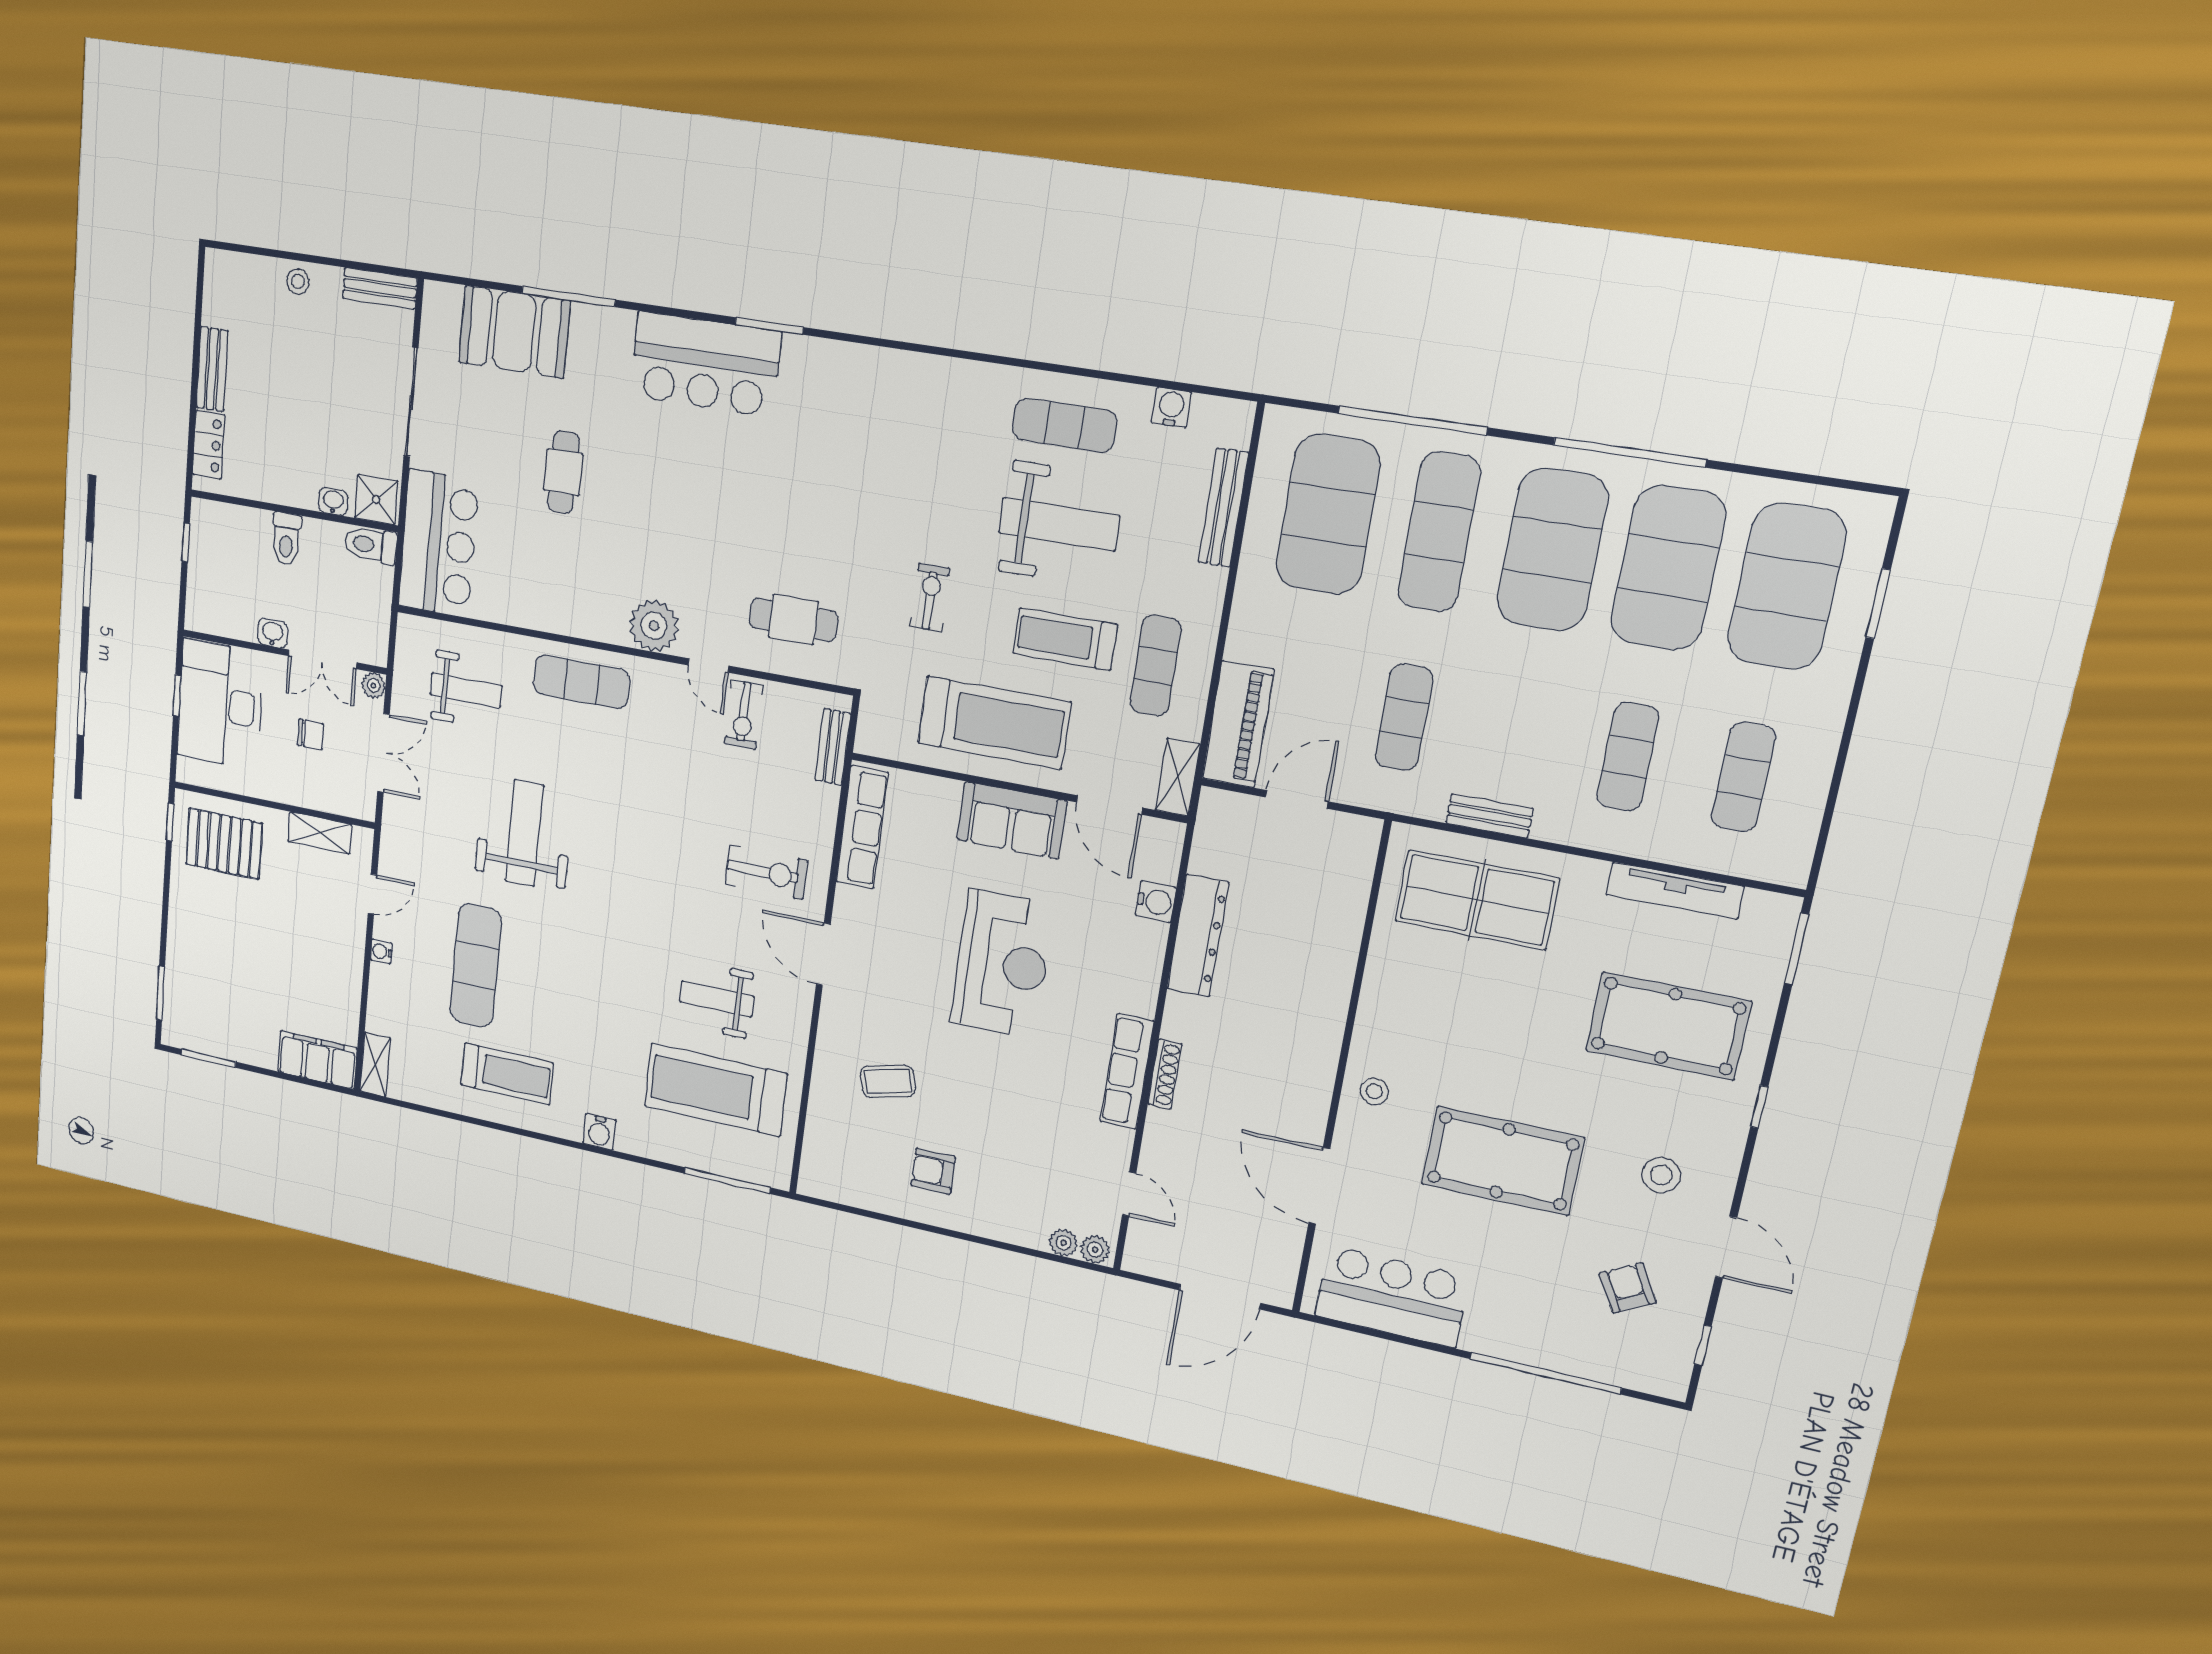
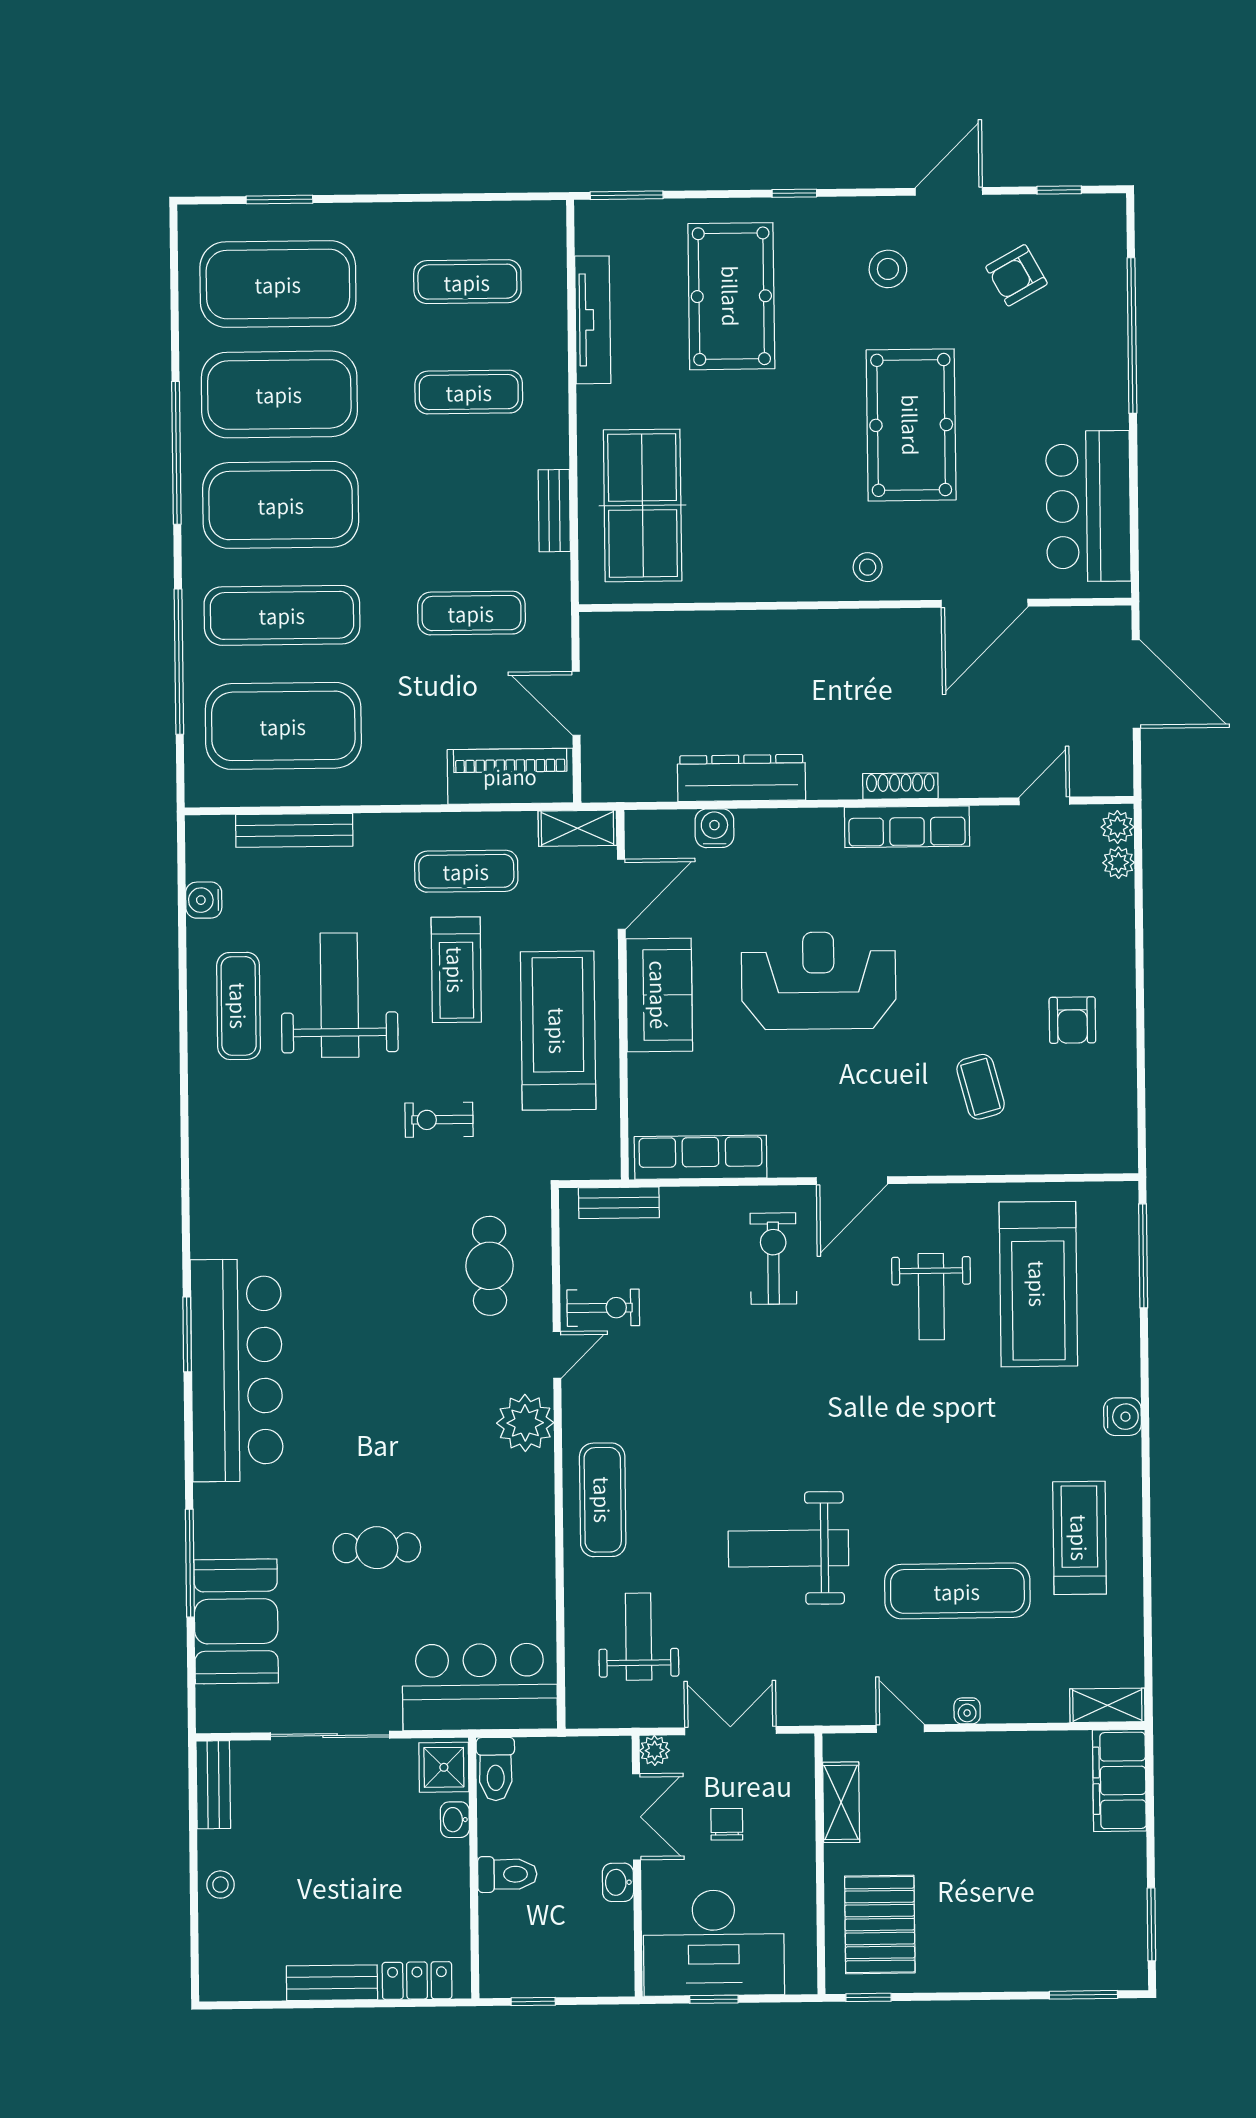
bar counter: (705, 364) -> (237, 1370), width x1.36

